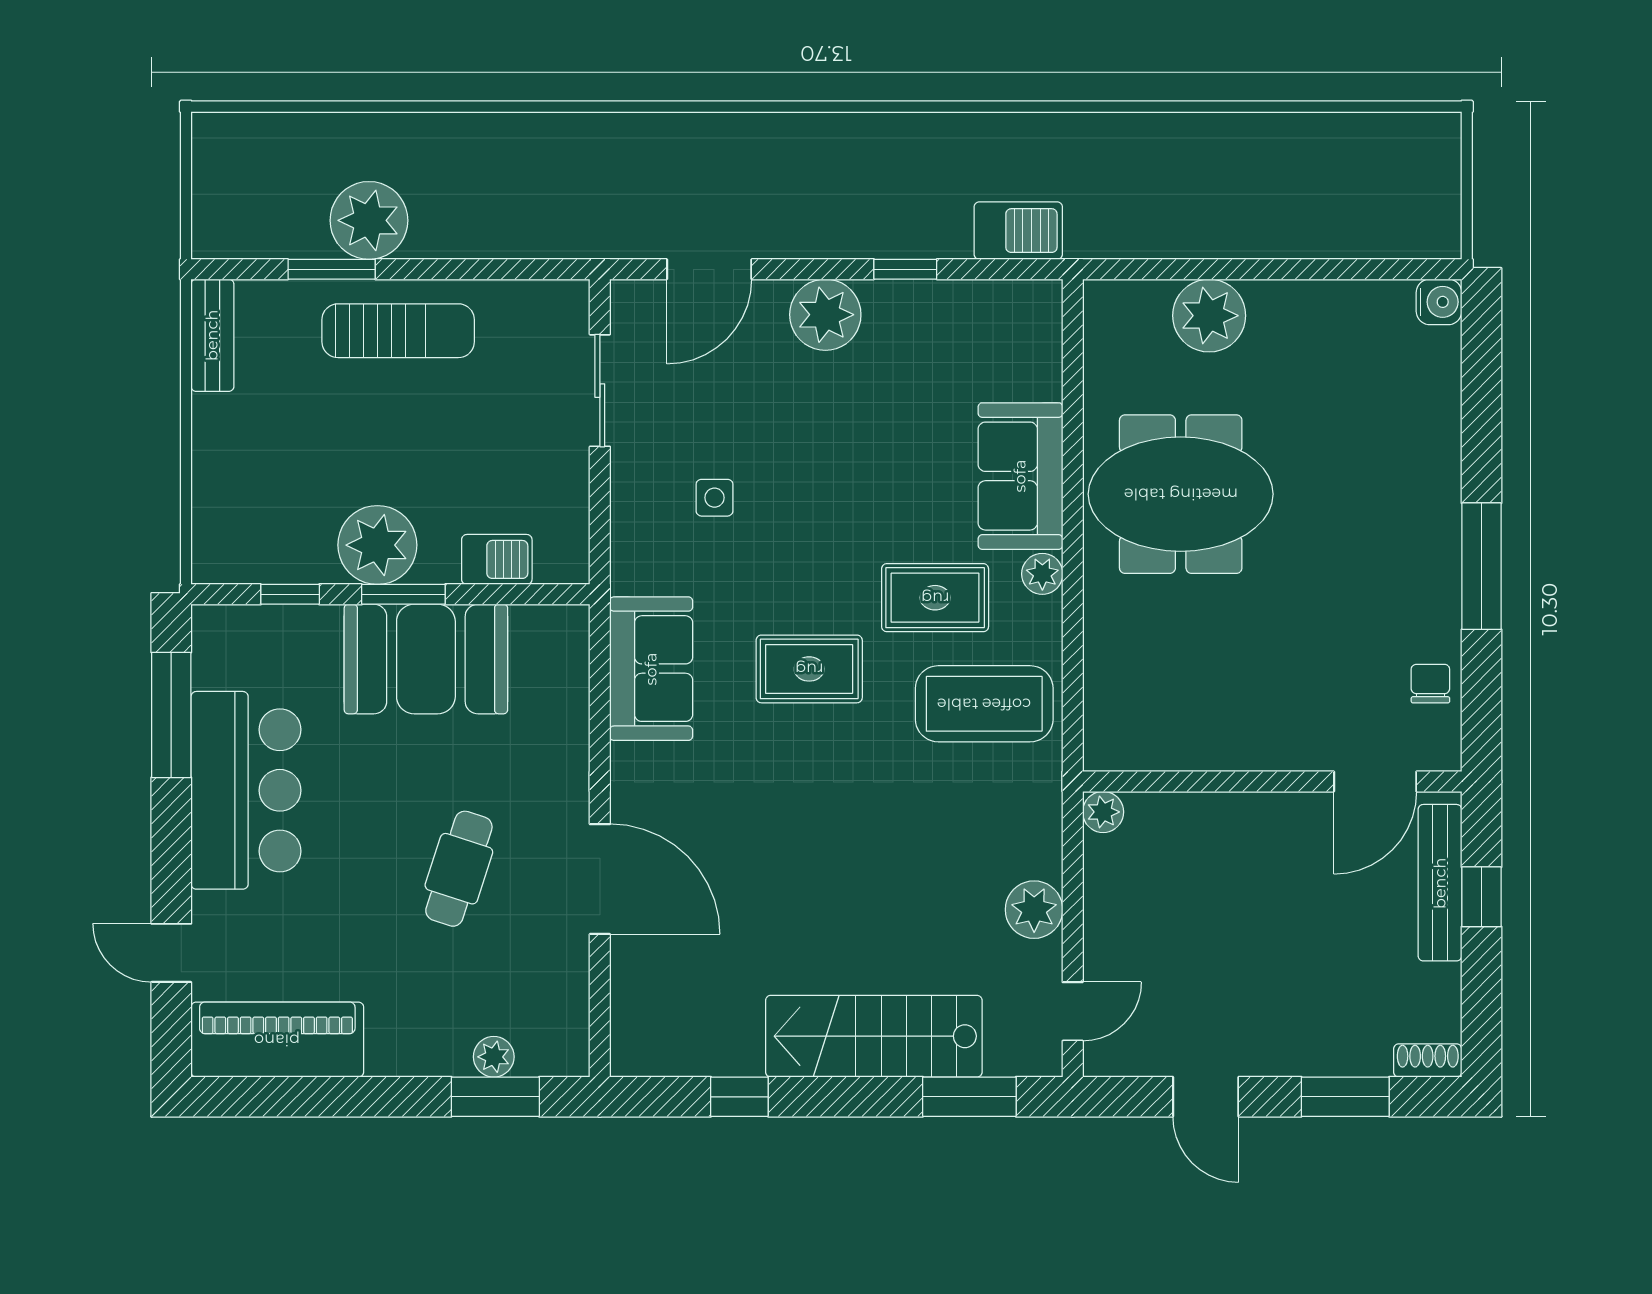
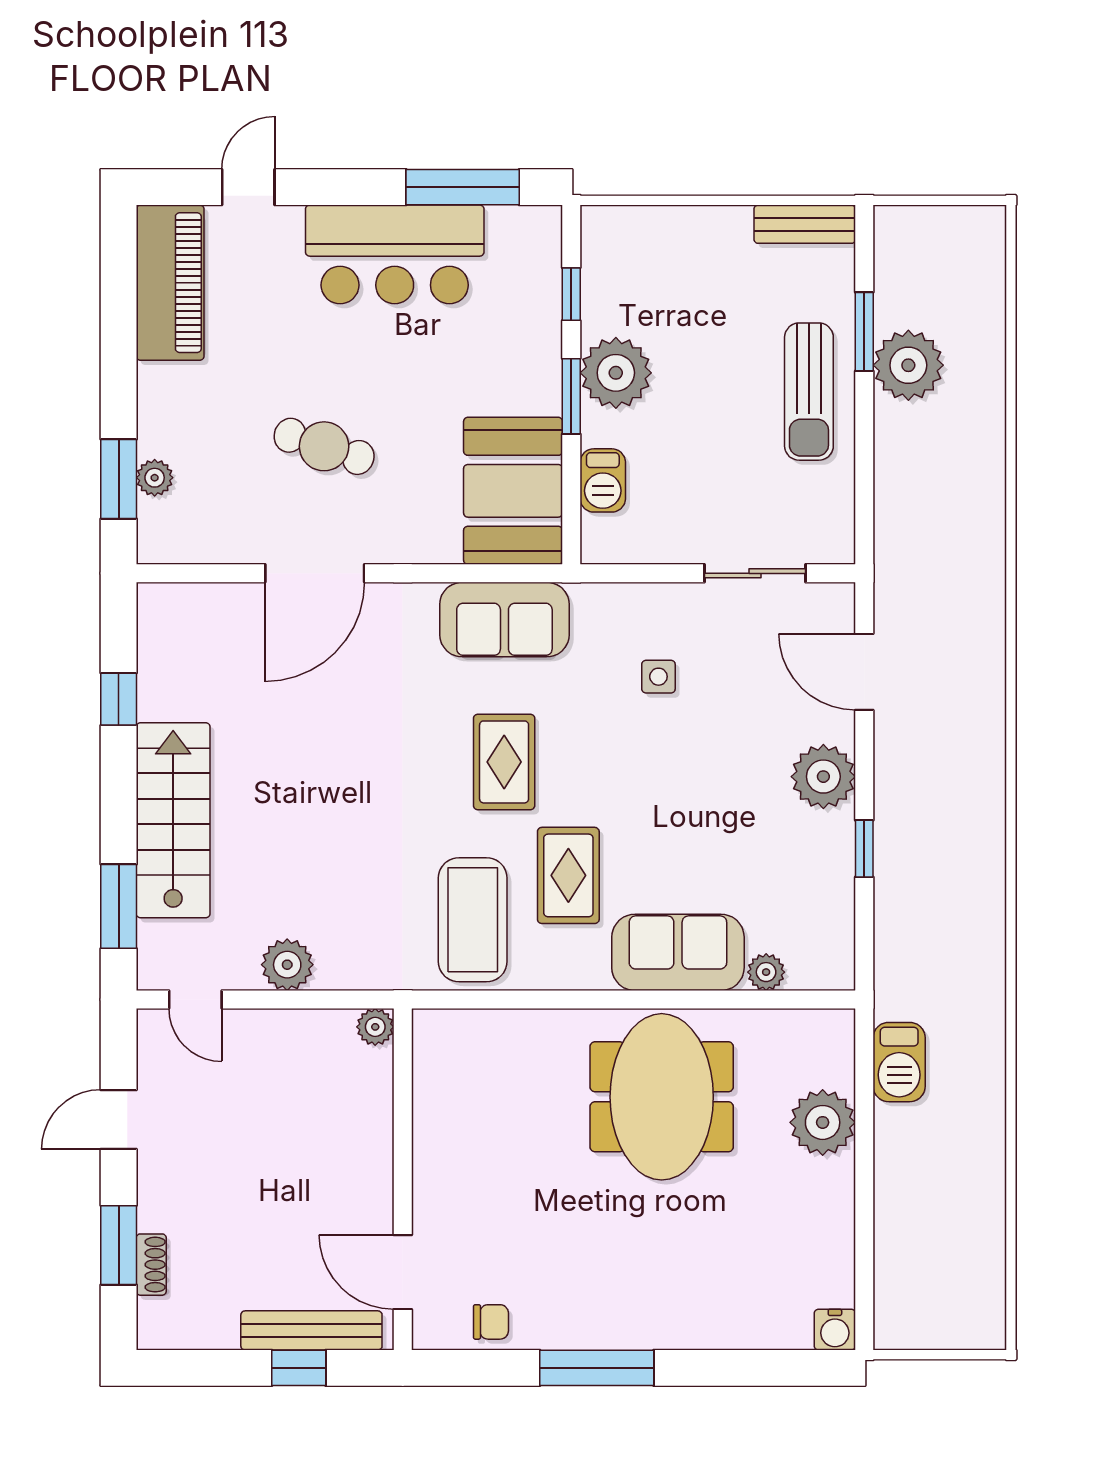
barbecue: (1018, 231) -> (899, 1062), moved
plant: (1042, 574) -> (766, 972), moved
booth: (426, 659) -> (513, 491), moved
shoe rack: (1428, 1060) -> (151, 1265), moved

